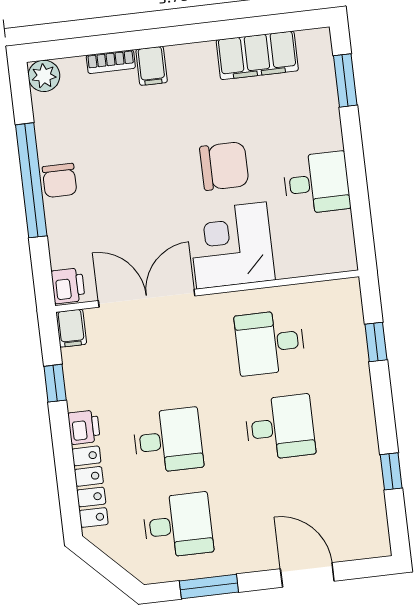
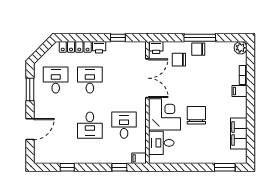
chair: (224, 166) -> (196, 115), turned 180
window: (31, 180) -> (200, 38), width x0.68
desk: (317, 183) -> (161, 143), moved, turned 90
chair: (91, 226) -> (179, 60), added
filing cabinet: (71, 328) -> (139, 158), moved
desk: (168, 441) -> (90, 80), turned 180
desk: (178, 525) -> (56, 80), turned 180

